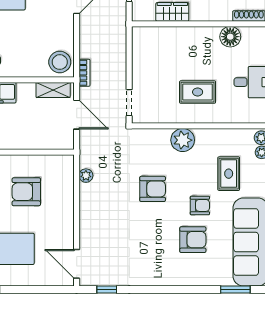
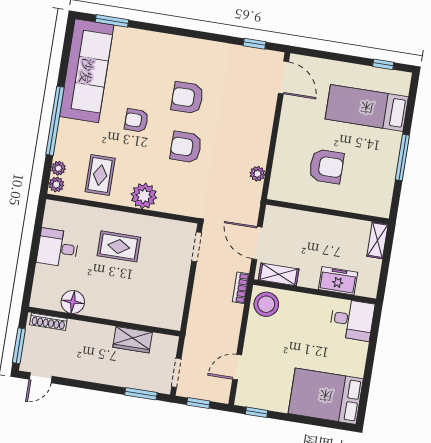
rug: (229, 174) -> (100, 175), moved
armchair: (193, 240) -> (187, 98), moved

